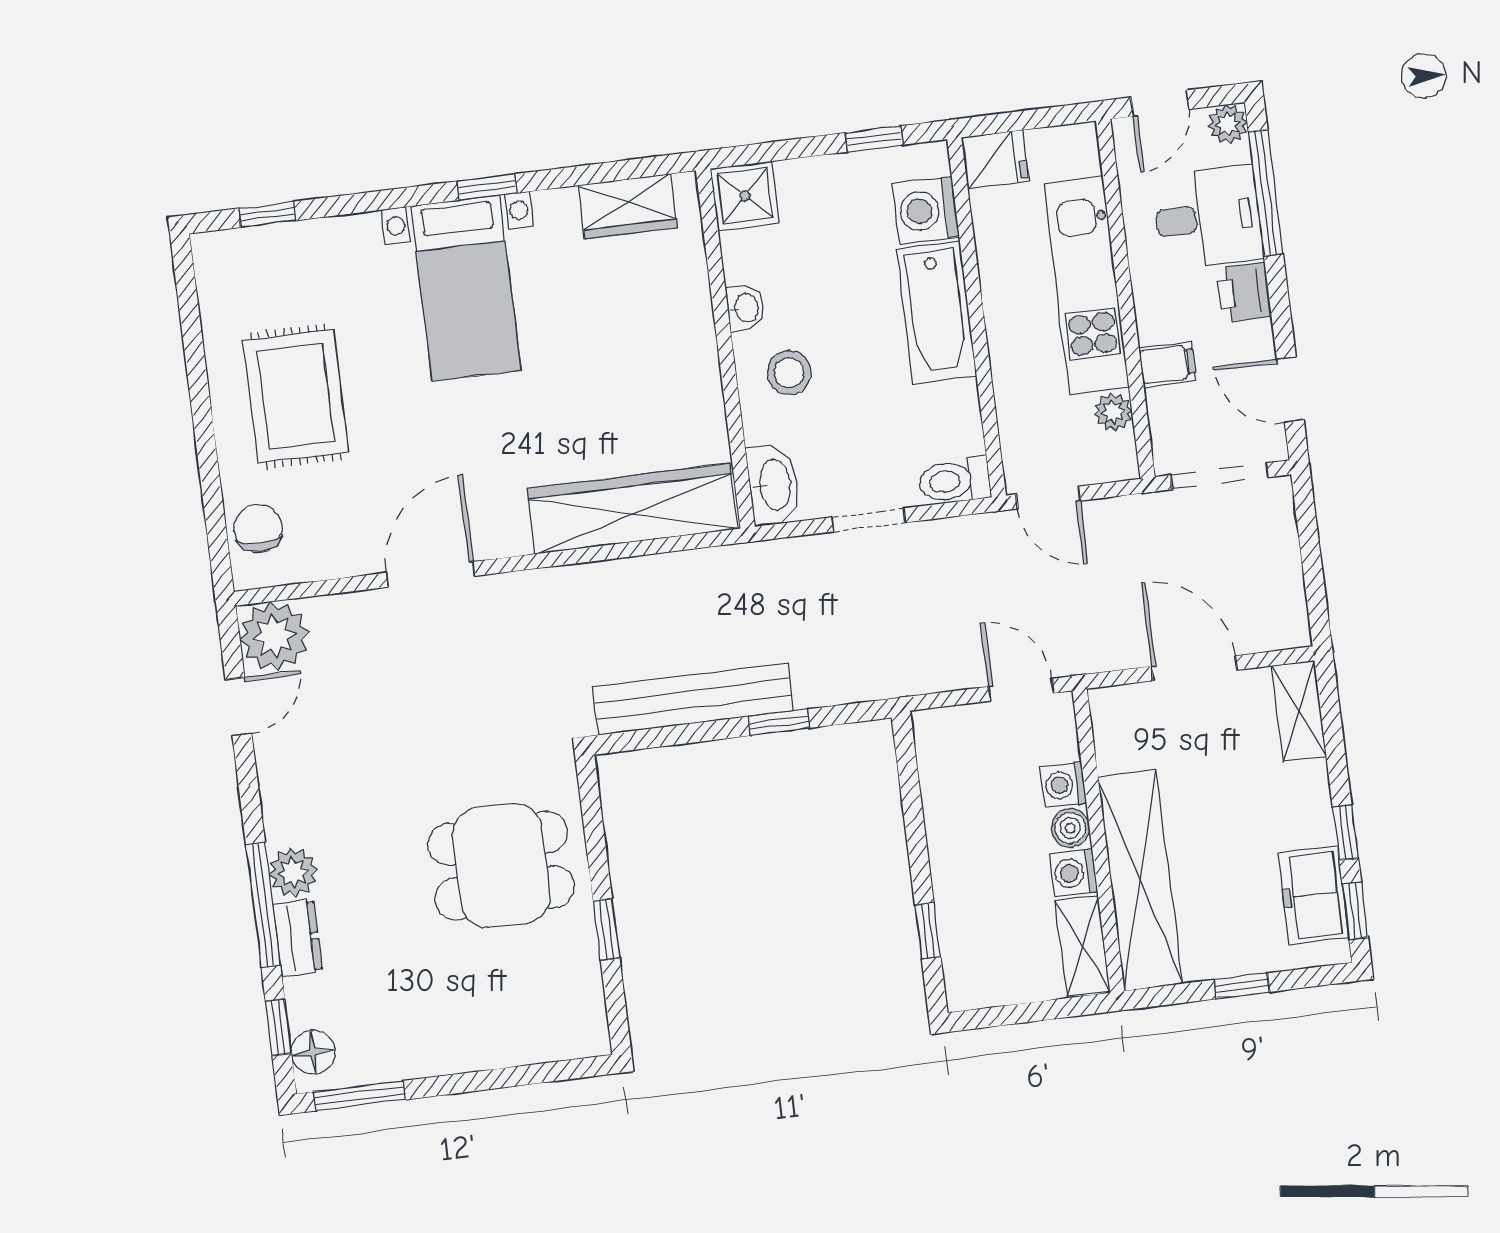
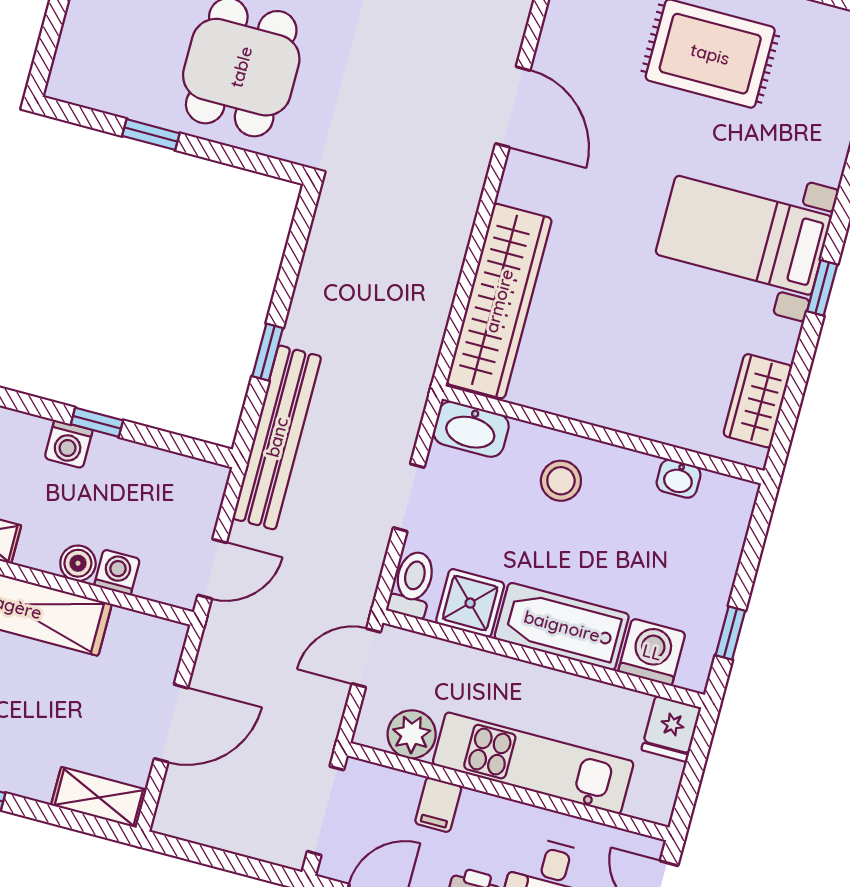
shower: (745, 196) -> (470, 603), moved
washbasin: (746, 308) -> (679, 479), moved
plant: (1113, 412) -> (412, 734), width x1.38, depth x1.38
bench: (693, 699) -> (277, 437), moved
washing machine: (1073, 873) -> (69, 444), moved, turned 180
window: (928, 931) -> (97, 422), moved

